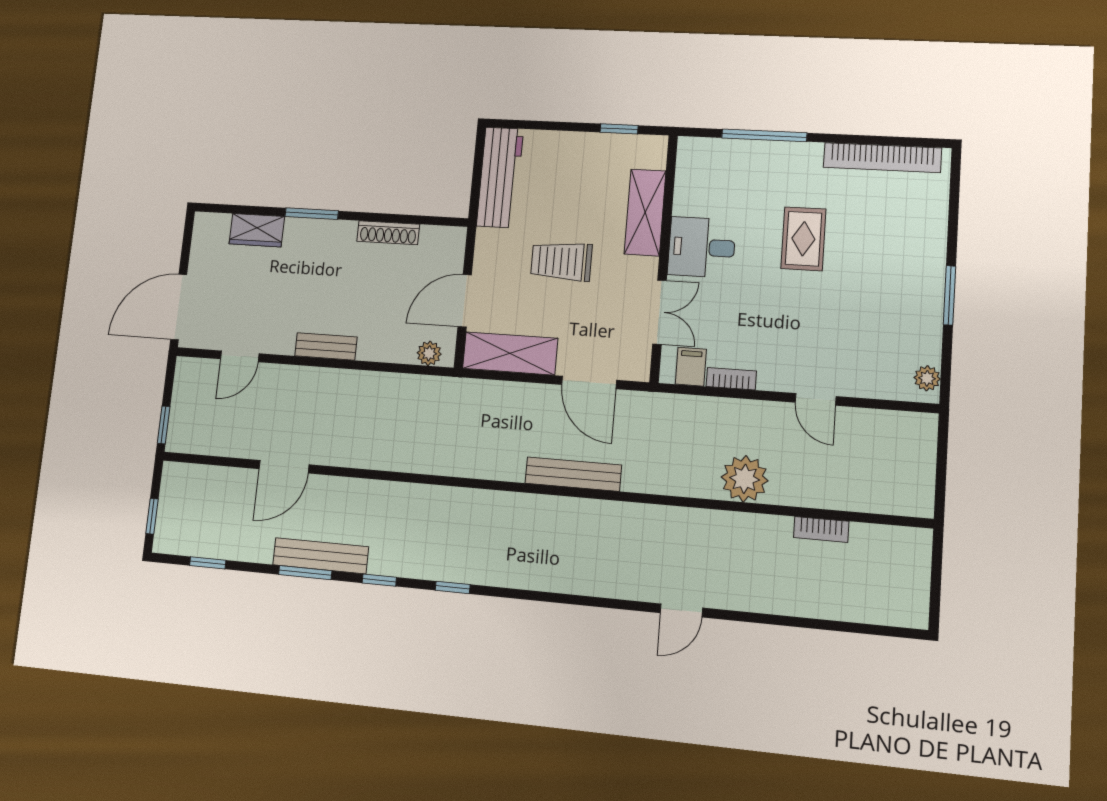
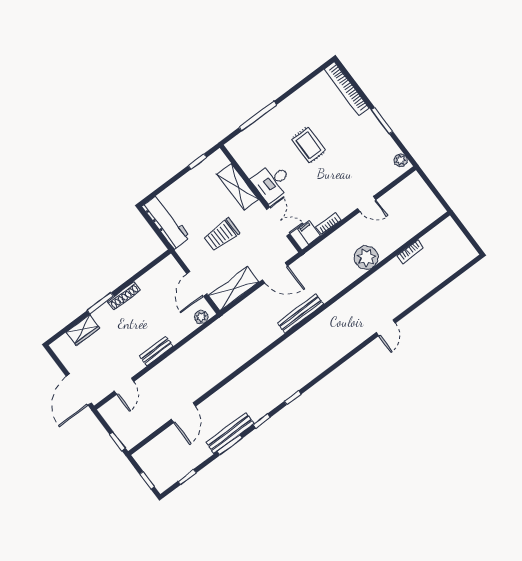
bookcase: (882, 158) -> (347, 89), moved, turned 90
shoe rack: (388, 233) -> (124, 296), moved

